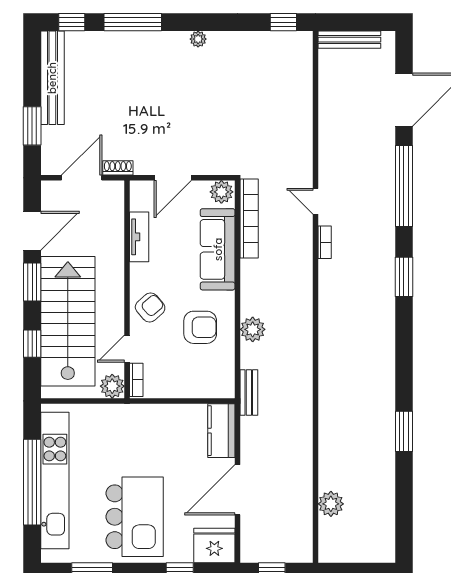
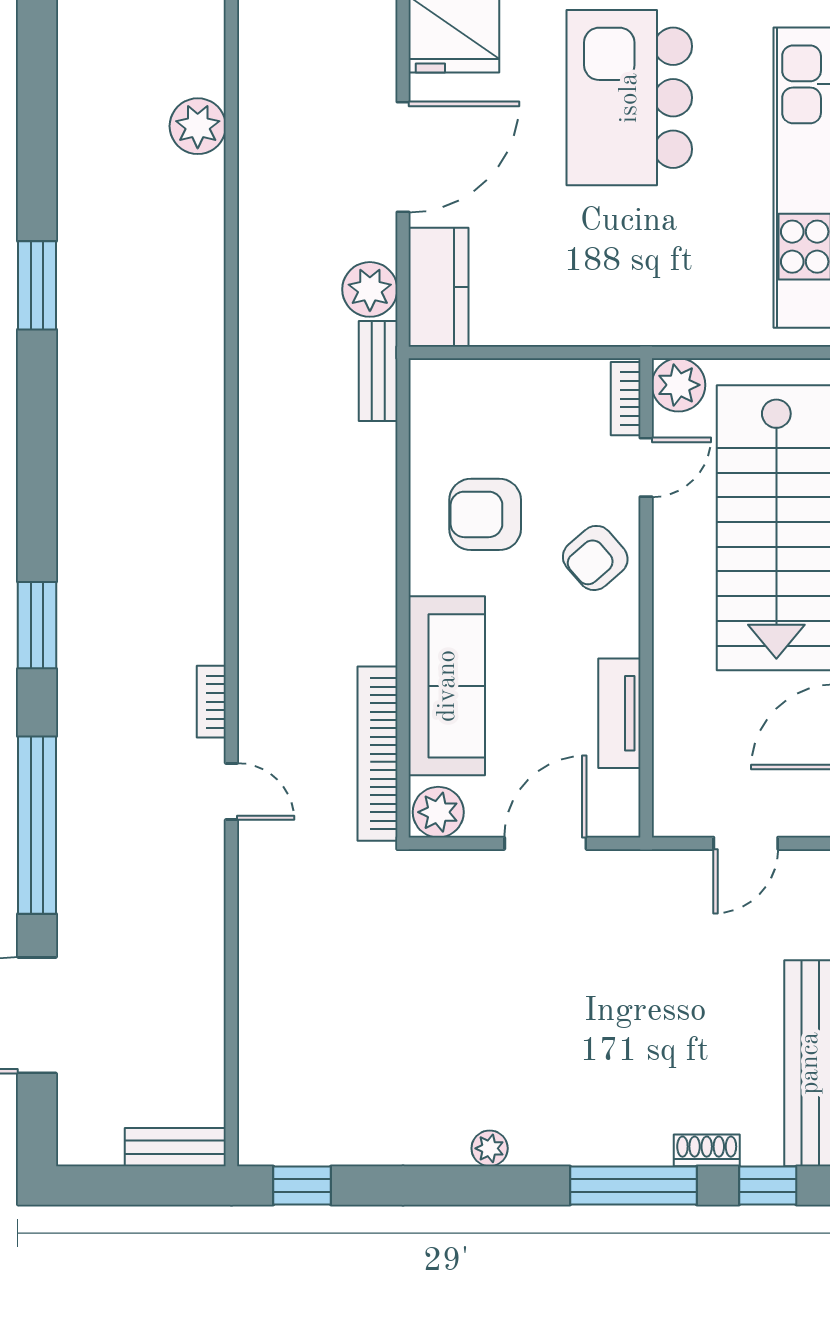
bench: (349, 40) -> (175, 1147), width x0.73
shoe rack: (118, 168) -> (707, 1150), moved, turned 180
door: (82, 178) -> (746, 843), width x0.73
plant: (253, 329) -> (370, 289), moved

